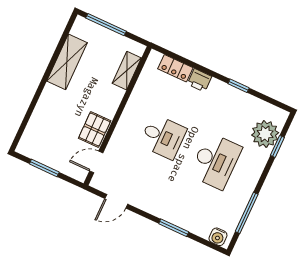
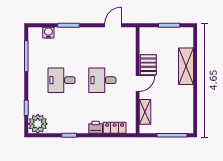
shelving: (67, 62) -> (186, 66), moved
plant: (265, 134) -> (38, 124), moved
desk: (216, 161) -> (61, 80), width x0.73
door: (96, 162) -> (138, 84), moved
water cooler: (218, 237) -> (48, 33), moved

